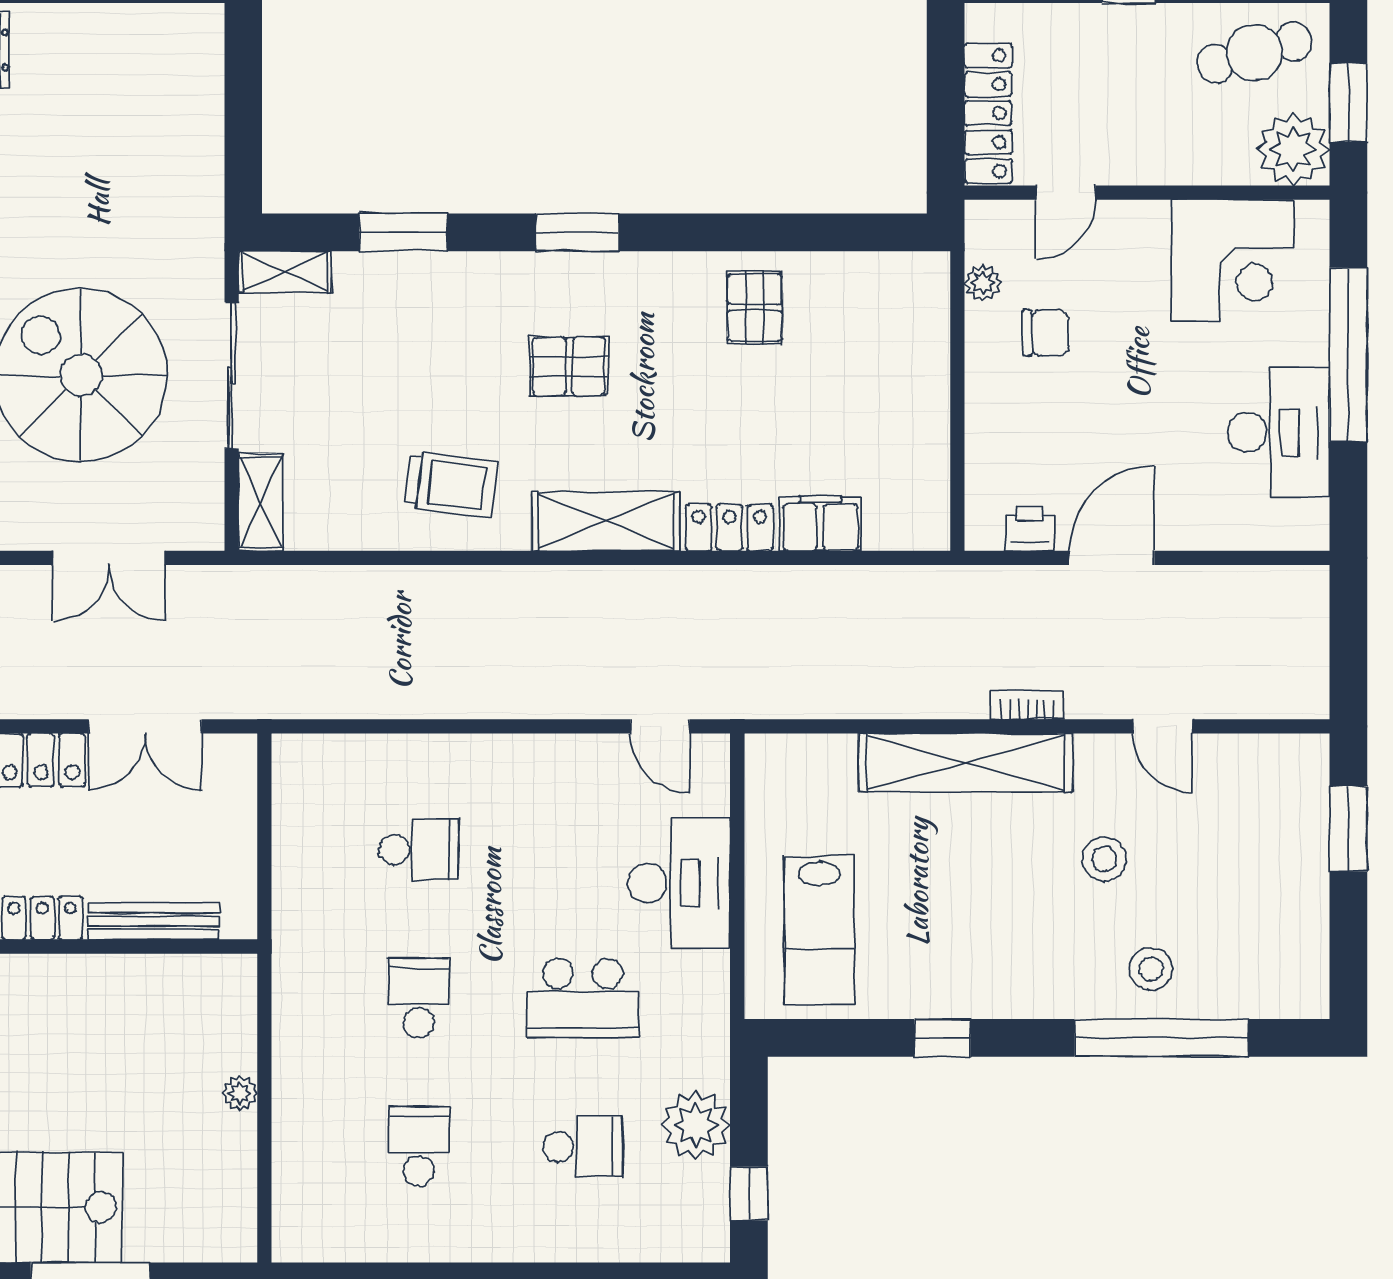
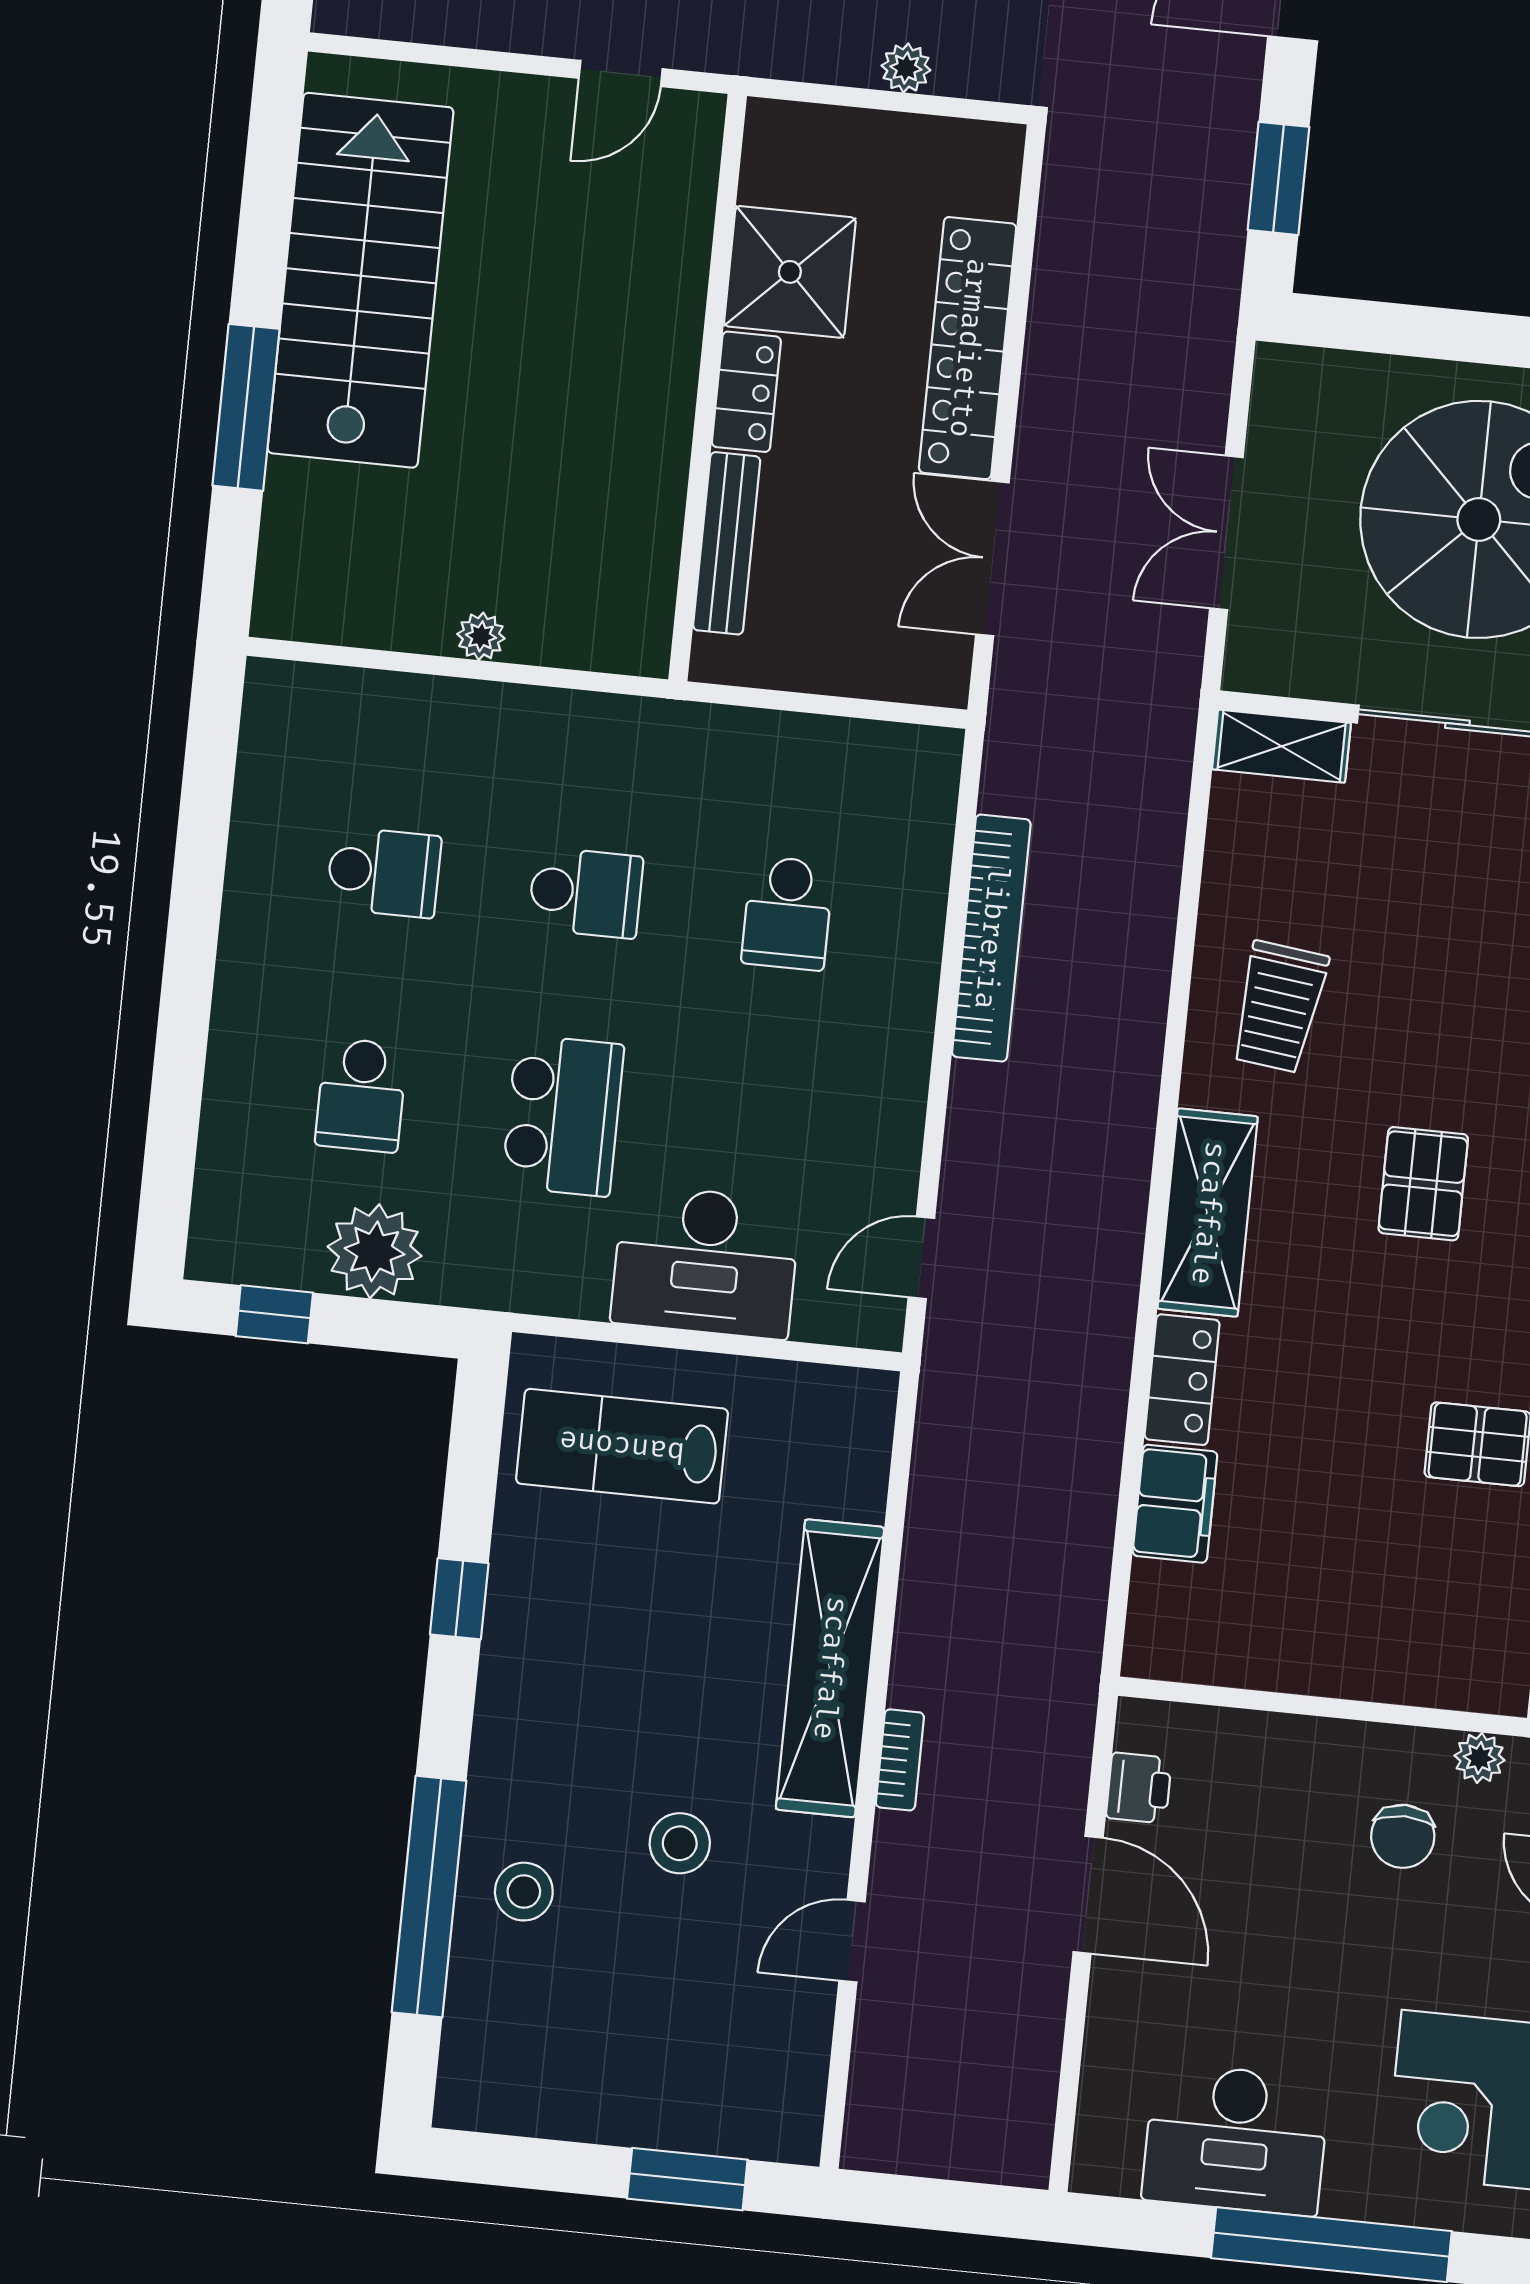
bookcase: (422, 699) -> (991, 938), added
school desk: (583, 998) -> (563, 1116), turned 180

